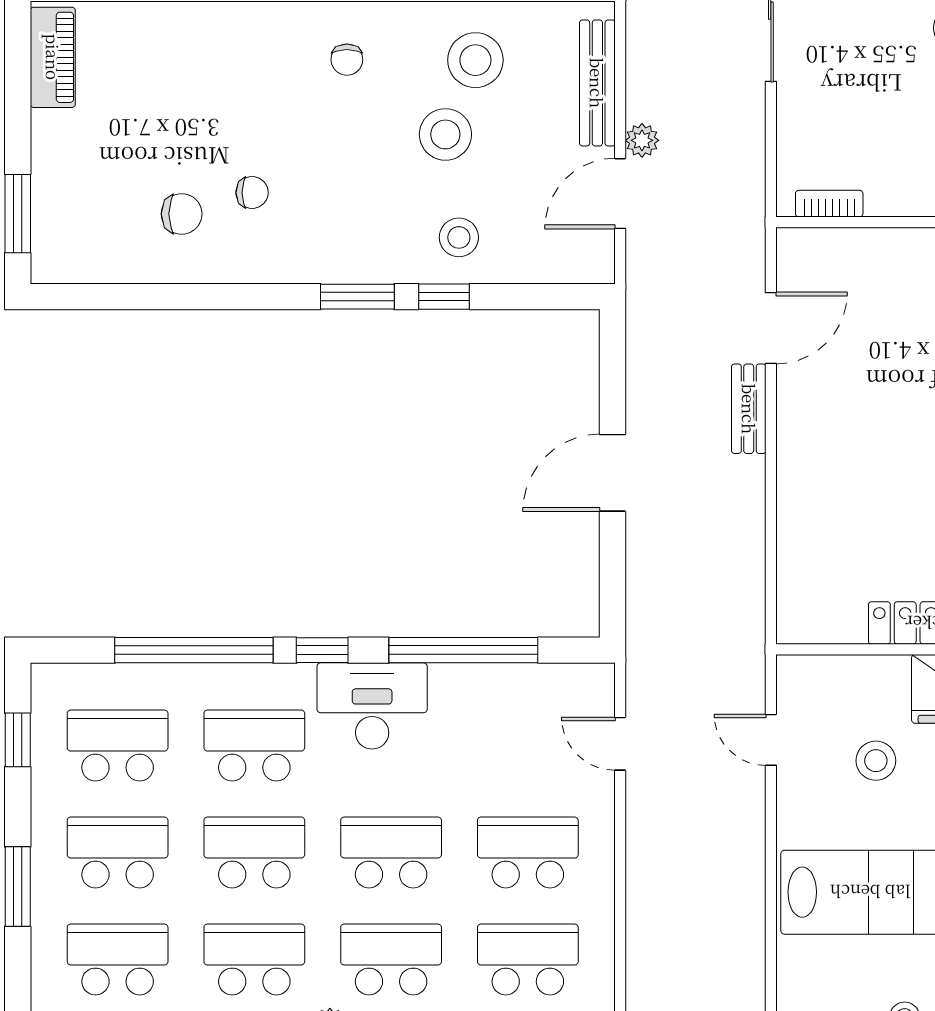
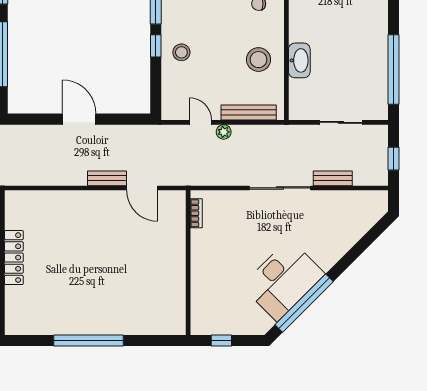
stool: (445, 134) -> (226, 46), removed
door: (620, 194) -> (201, 122), width x0.73

